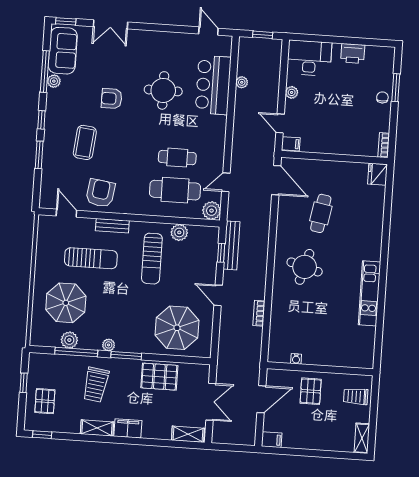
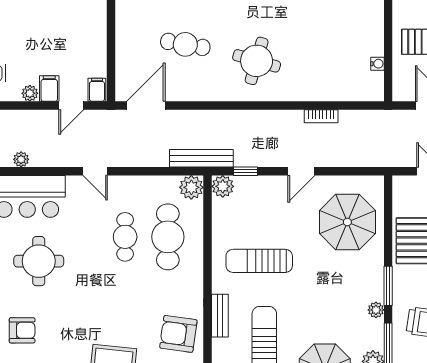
armchair: (112, 99) -> (22, 330), moved, turned -90
filing cabinet: (294, 107) -> (49, 89), added
door: (226, 182) -> (95, 171), moved
plant: (179, 232) -> (223, 186), moved
bench: (231, 245) -> (201, 158), moved
sun lounger: (152, 259) -> (259, 261), turned 180

